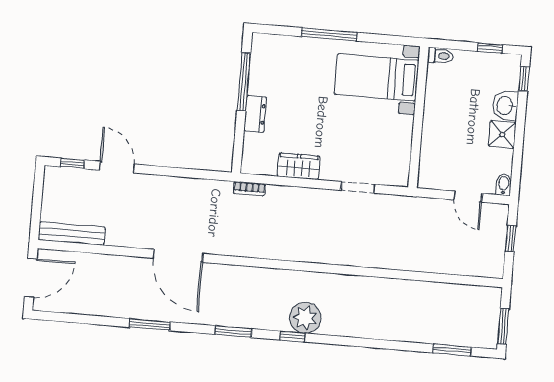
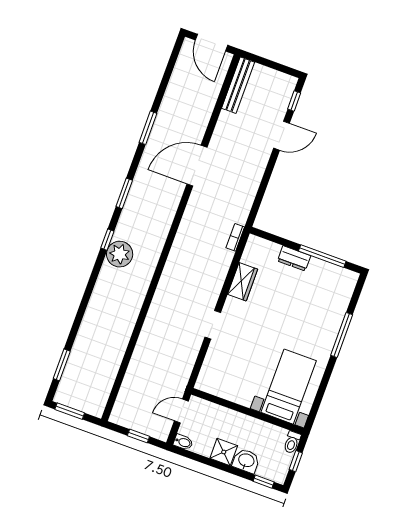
toilet: (440, 56) -> (292, 442), moved
bed with nightstands: (377, 77) -> (289, 387), moved
wall: (418, 117) -> (248, 411), moved

